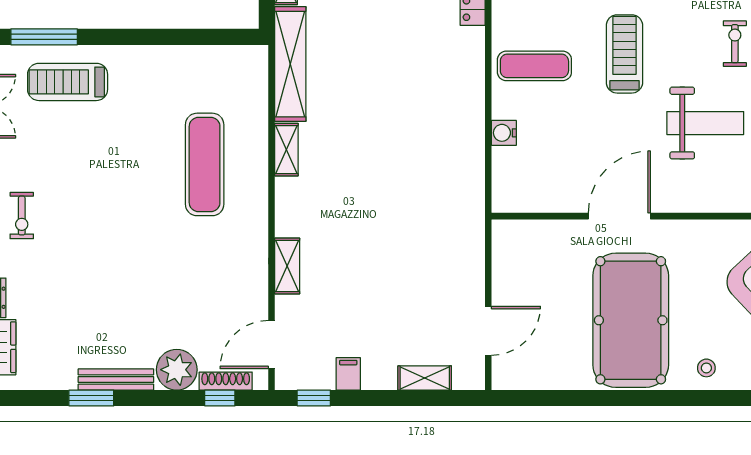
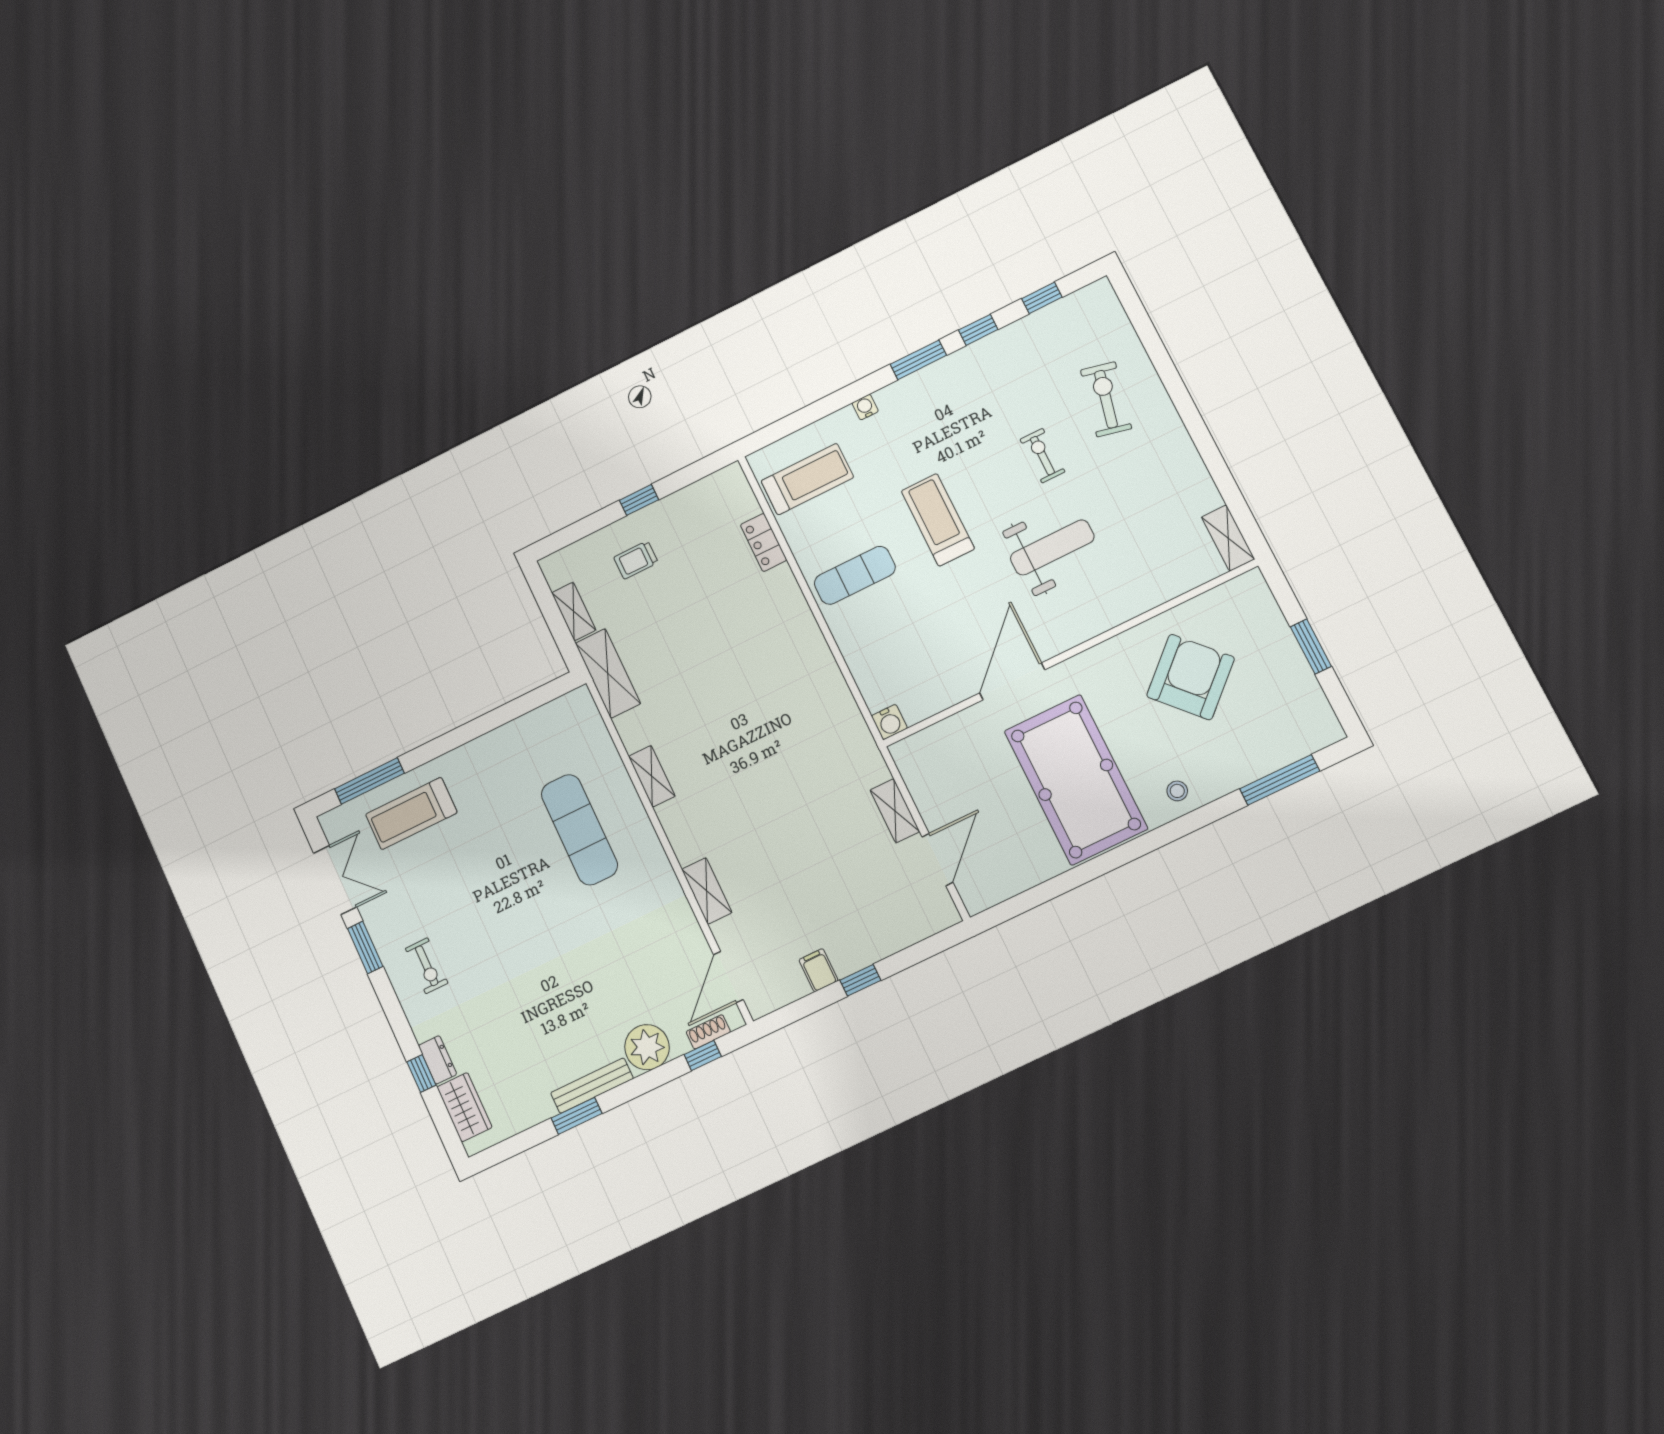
shelving: (290, 64) -> (608, 673), width x0.68
water cooler: (504, 133) -> (889, 722), moved, turned -90
shelving: (425, 378) -> (895, 811), moved, turned 90
shoe rack: (226, 381) -> (708, 1032), width x0.70
window: (314, 398) -> (860, 980), moved

